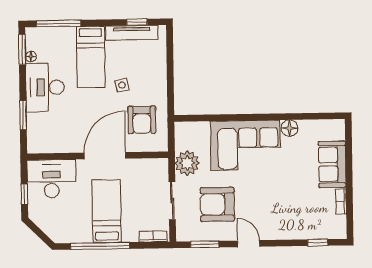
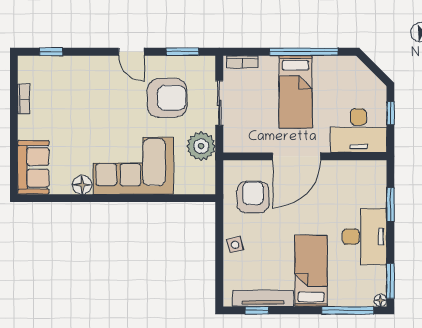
floor lamp: (31, 57) -> (380, 300), moved
side table: (122, 85) -> (235, 245), moved
sofa: (332, 164) -> (33, 167), moved

